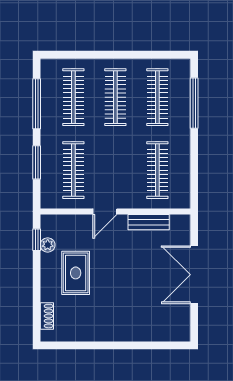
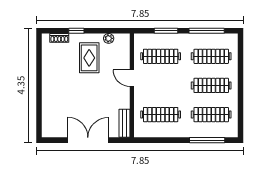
bench: (149, 222) -> (124, 123), moved
window: (37, 240) -> (76, 31), moved
rug: (76, 273) -> (89, 58), turned 90

